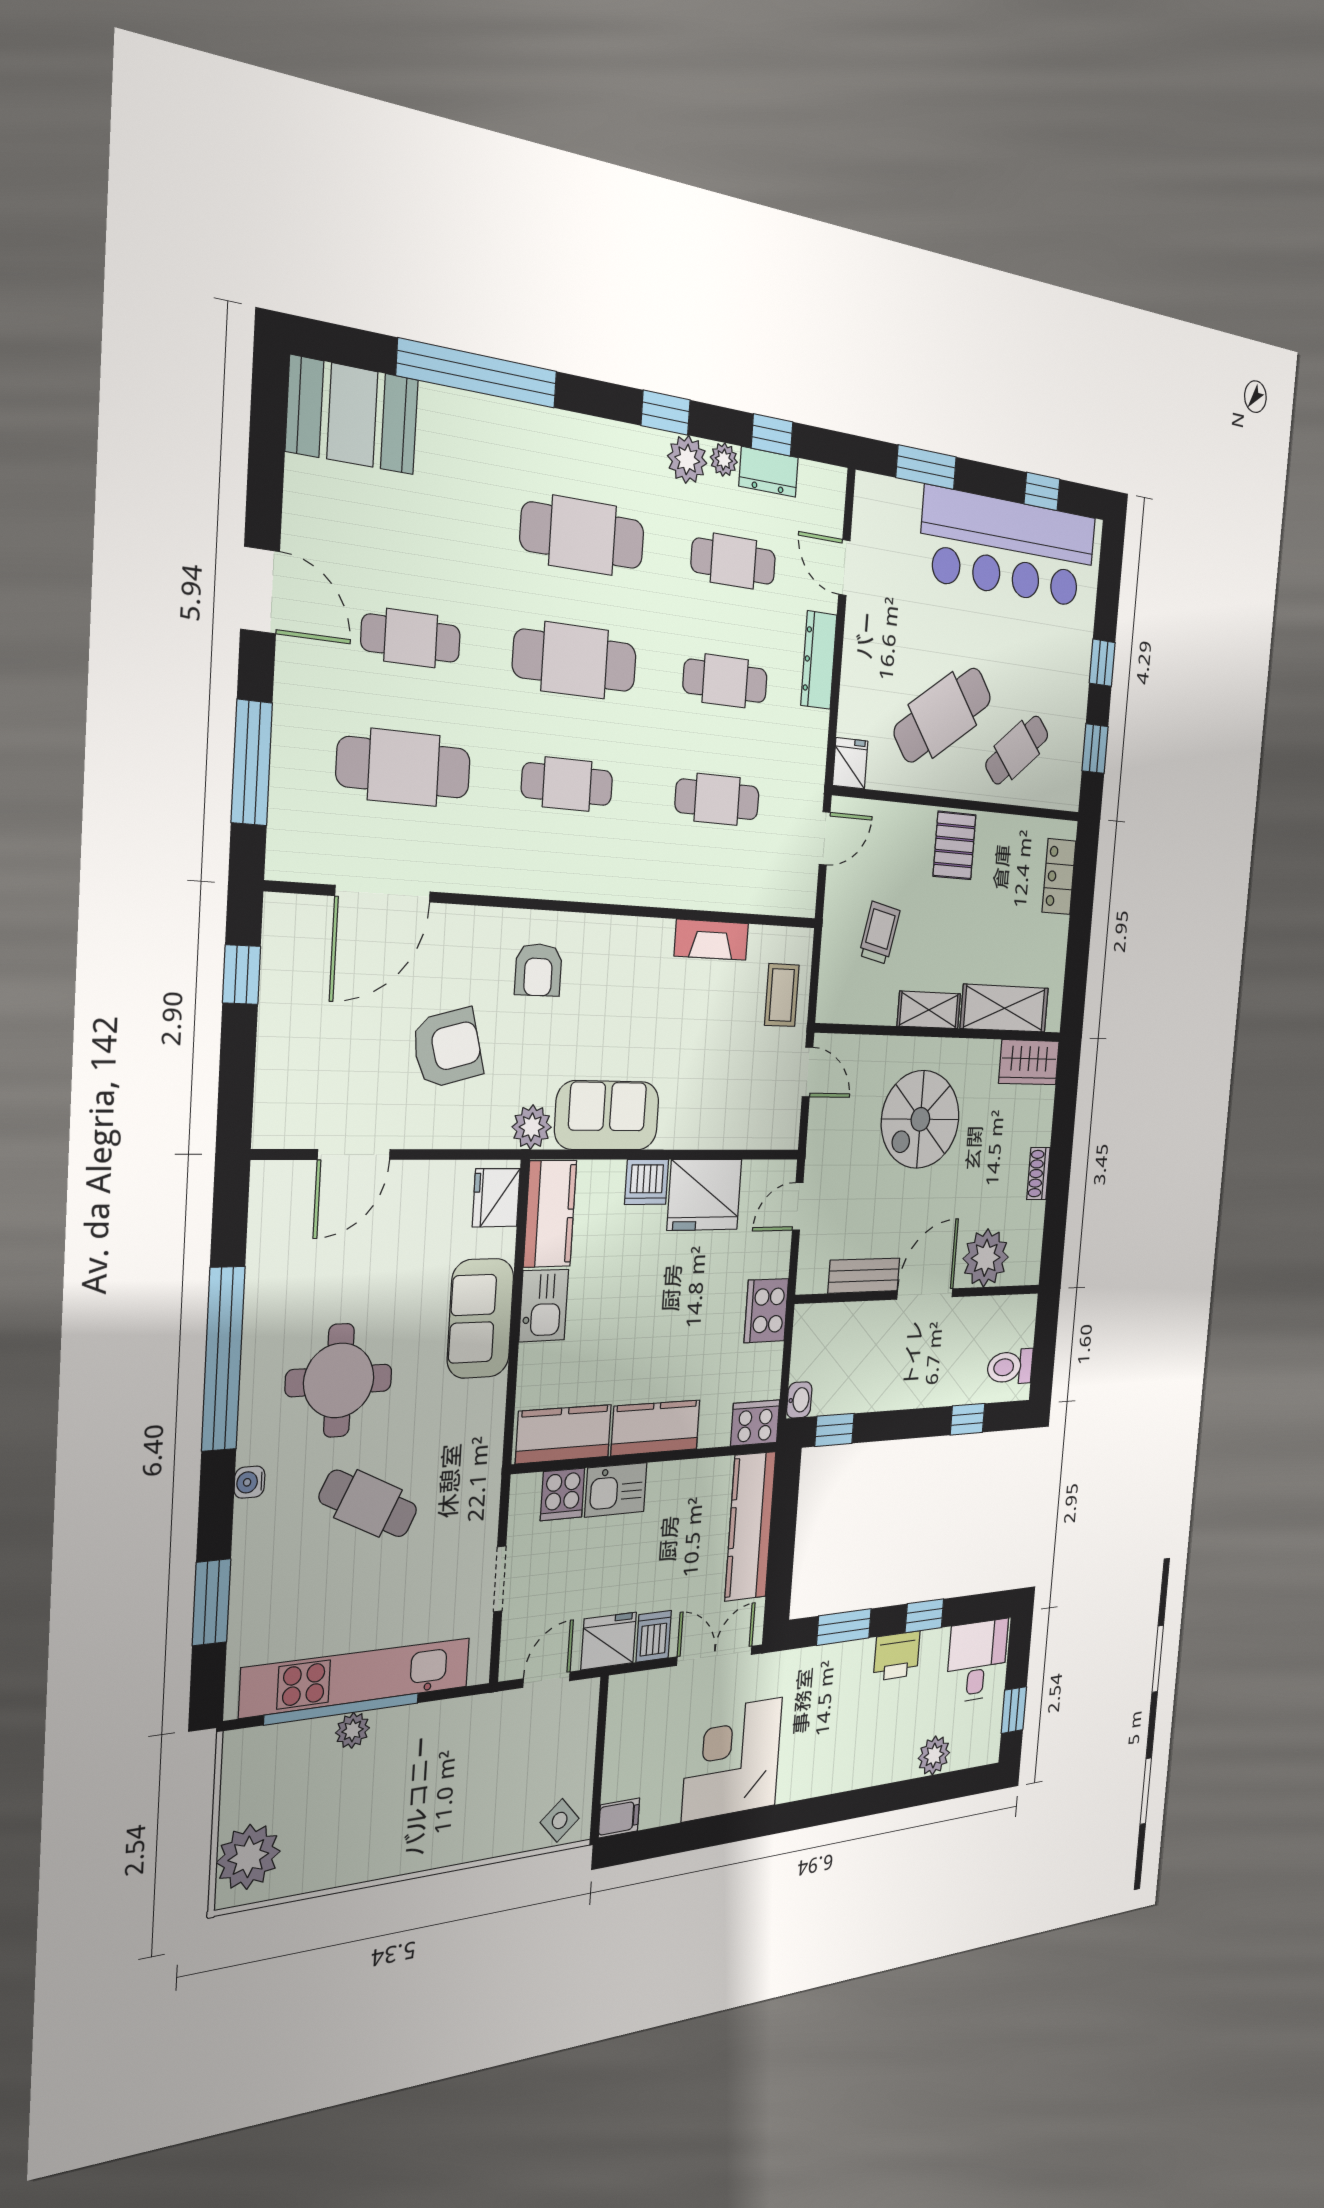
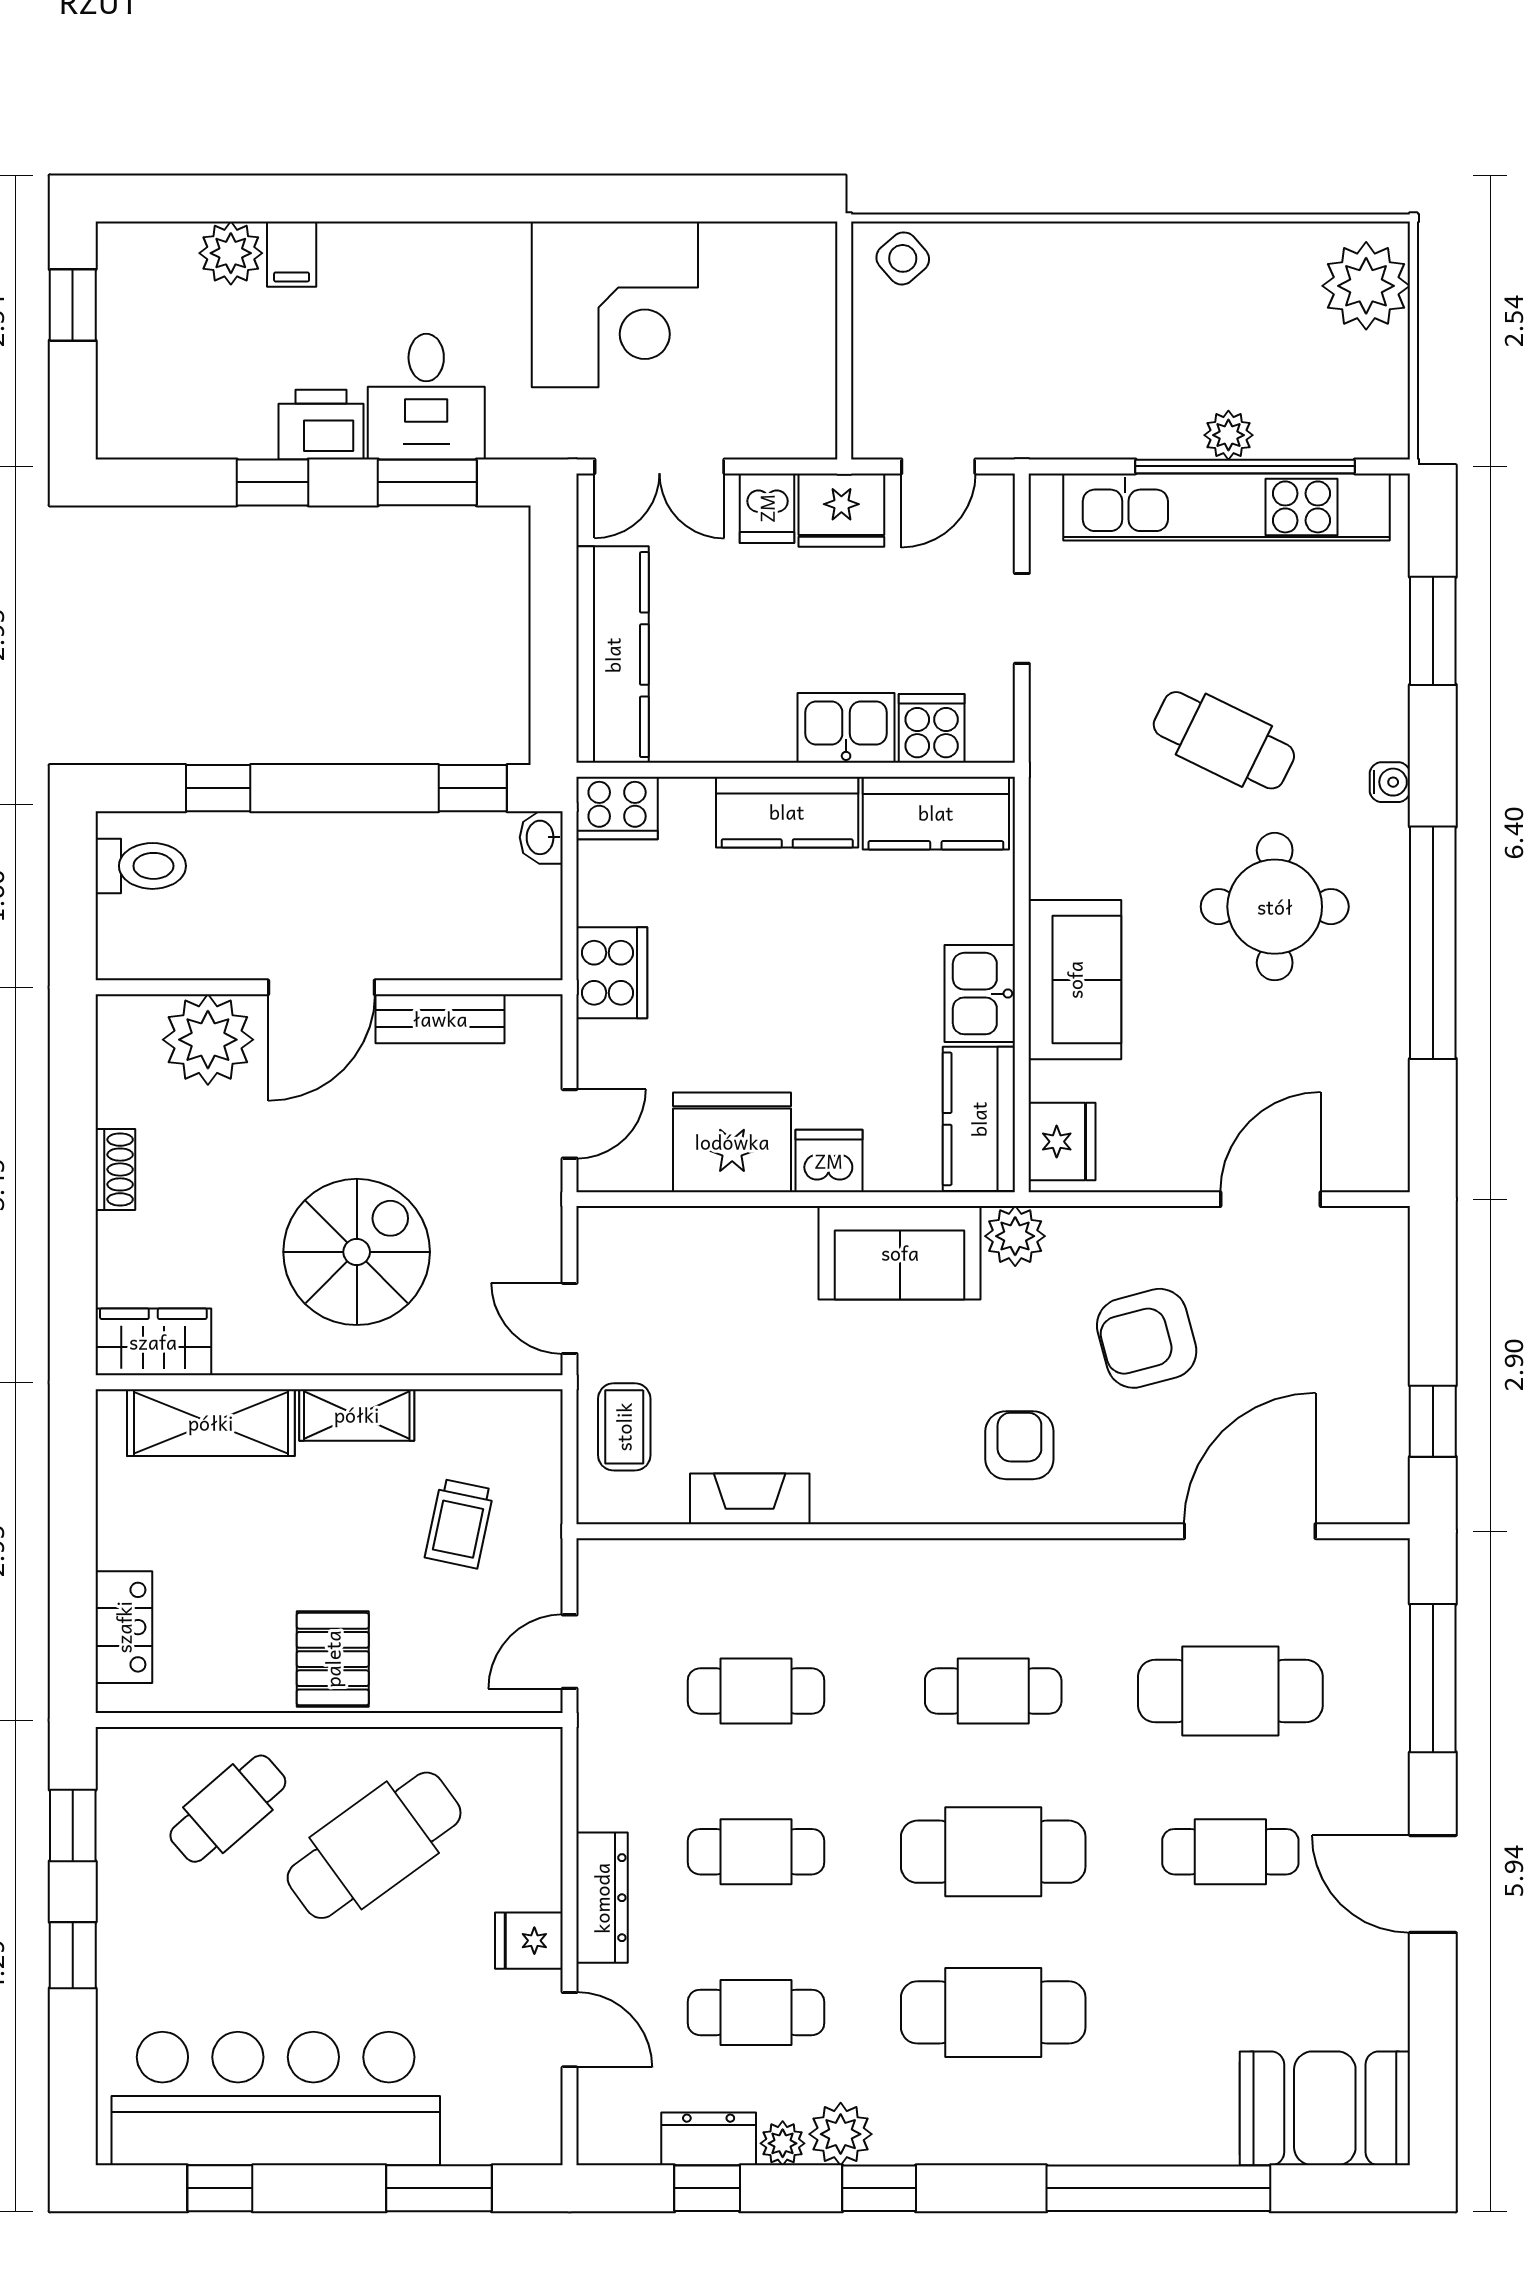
fridge: (850, 763) -> (529, 1941), moved, turned 90
desk: (977, 1661) -> (426, 397), moved
filing cabinet: (619, 1818) -> (292, 254), moved, turned -90

